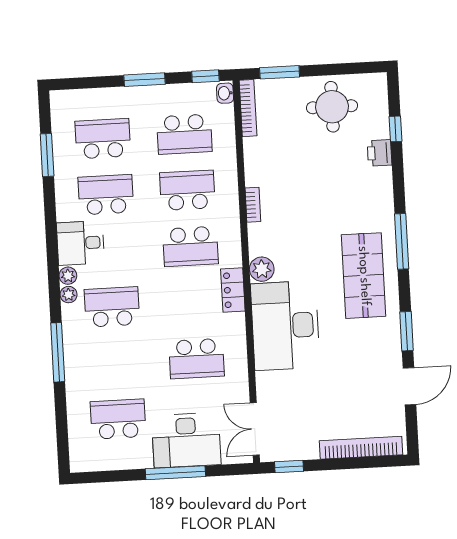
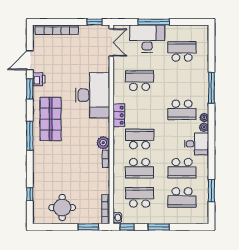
printer: (380, 153) -> (39, 79), moved
plant: (262, 269) -> (103, 143), moved
school desk: (118, 419) -> (182, 51), turned 180

